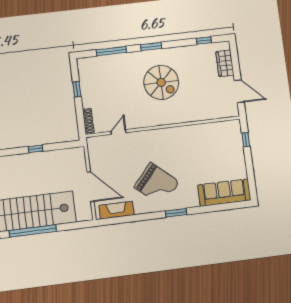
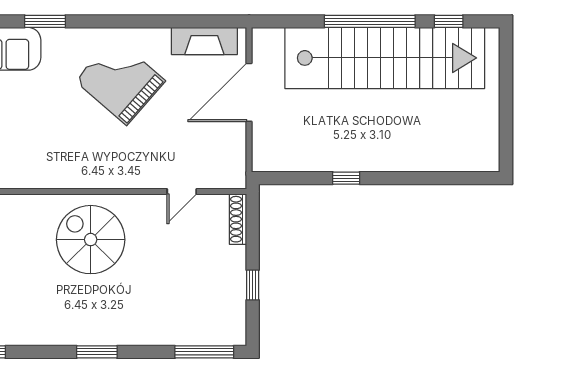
window: (111, 51) -> (204, 352), moved
spiral stairs: (161, 82) -> (91, 240), moved
door: (90, 187) -> (249, 92), hinge flipped
window: (176, 213) -> (45, 21), moved

